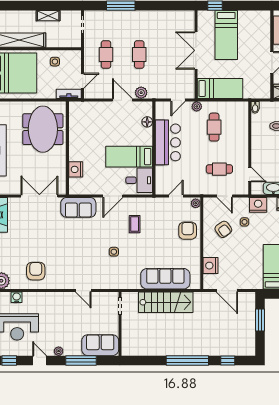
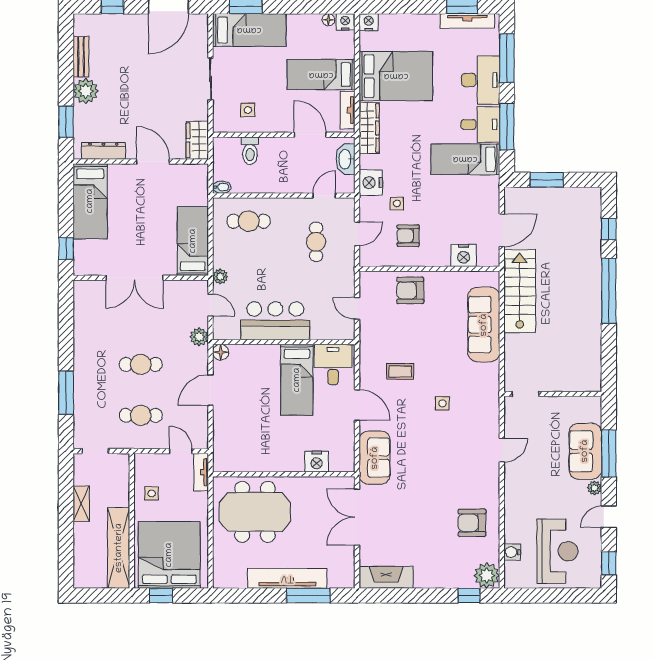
bed: (226, 35) -> (90, 201), moved, turned 90
plant: (141, 93) -> (199, 337), moved
floor lamp: (147, 122) -> (221, 352), moved
cafe table: (214, 127) -> (249, 221), moved
plant: (196, 203) -> (368, 278), removed
armchair: (223, 229) -> (408, 236), turned -144
stairs: (166, 302) -> (520, 291), moved
sofa: (100, 345) -> (585, 451), moved

